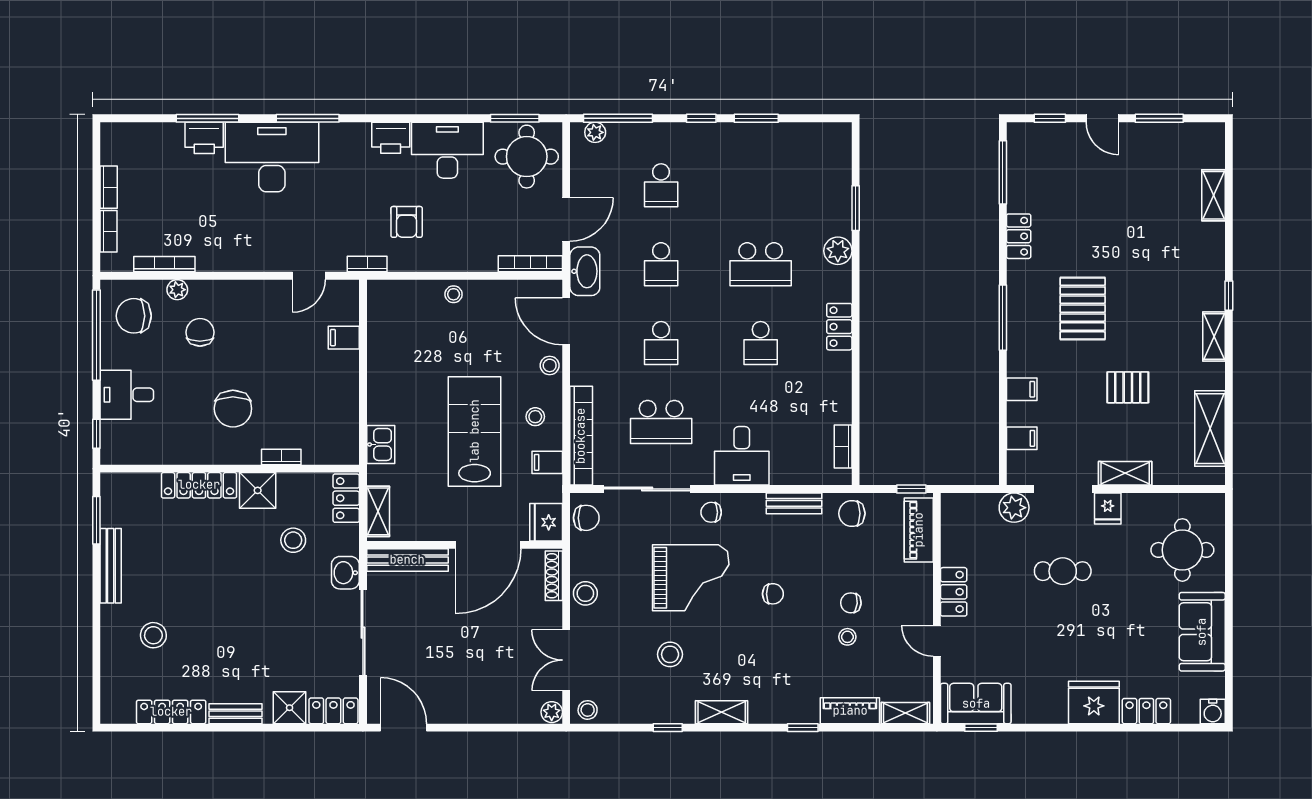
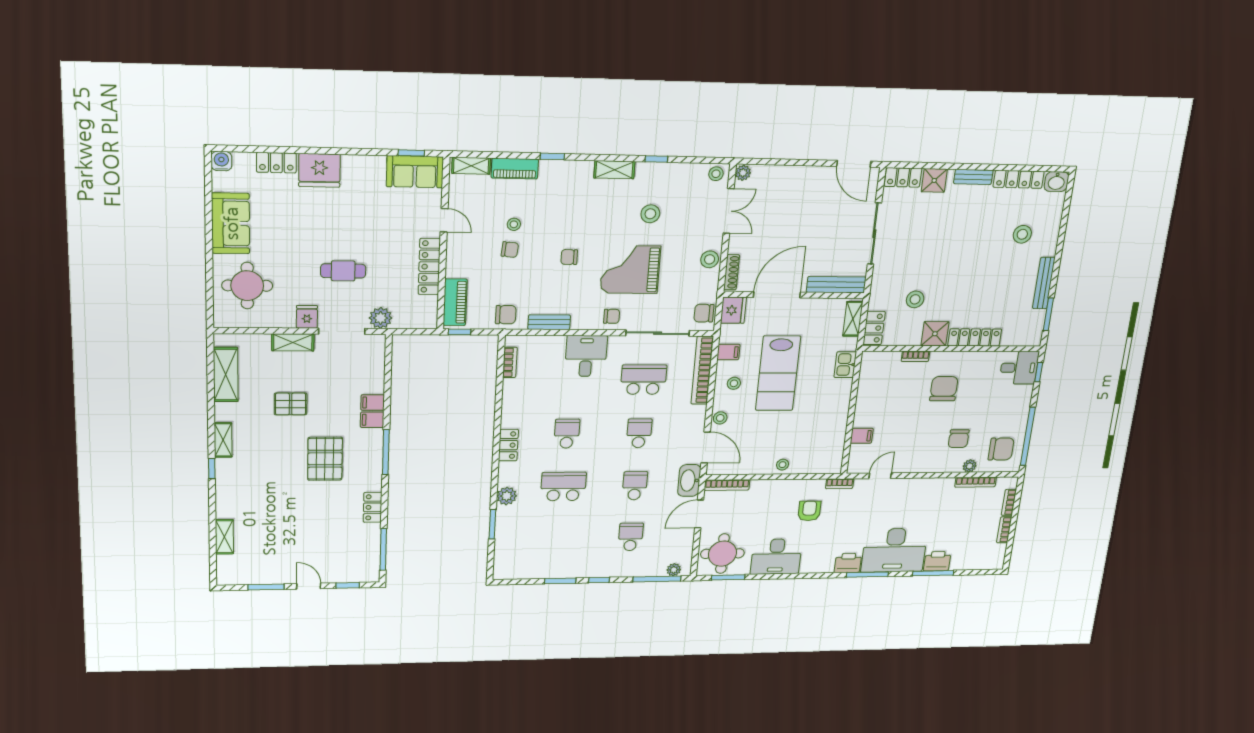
printer: (391, 138) -> (848, 563), moved
desk: (127, 395) -> (1019, 368), moved
filing cabinet: (1022, 438) -> (372, 420), moved
washbasin: (345, 573) -> (1056, 182), moved, turned 90
locker: (954, 592) -> (429, 267), width x1.53

